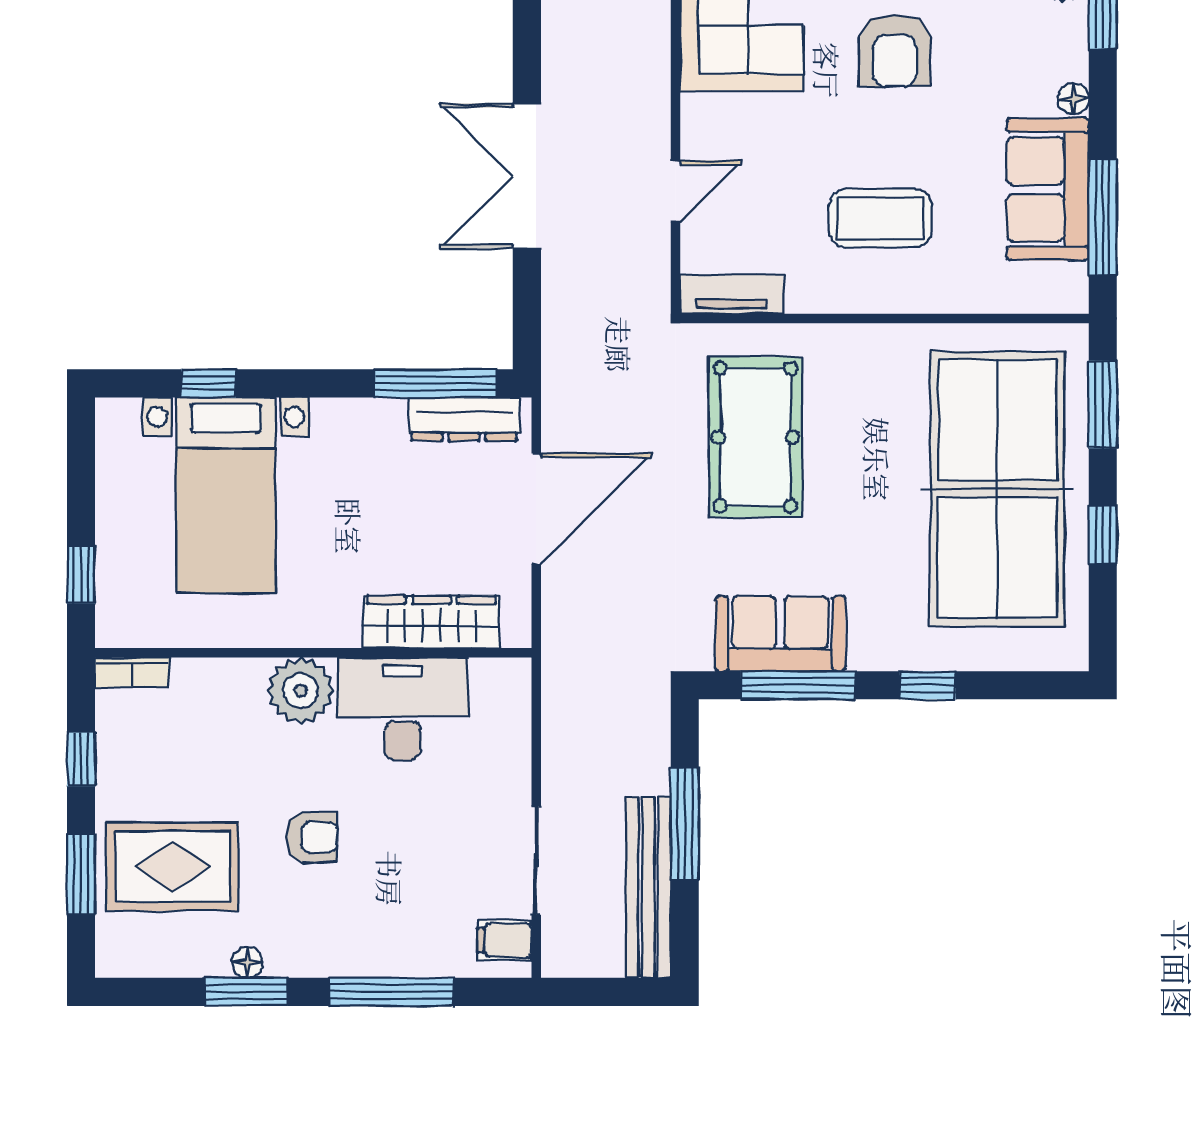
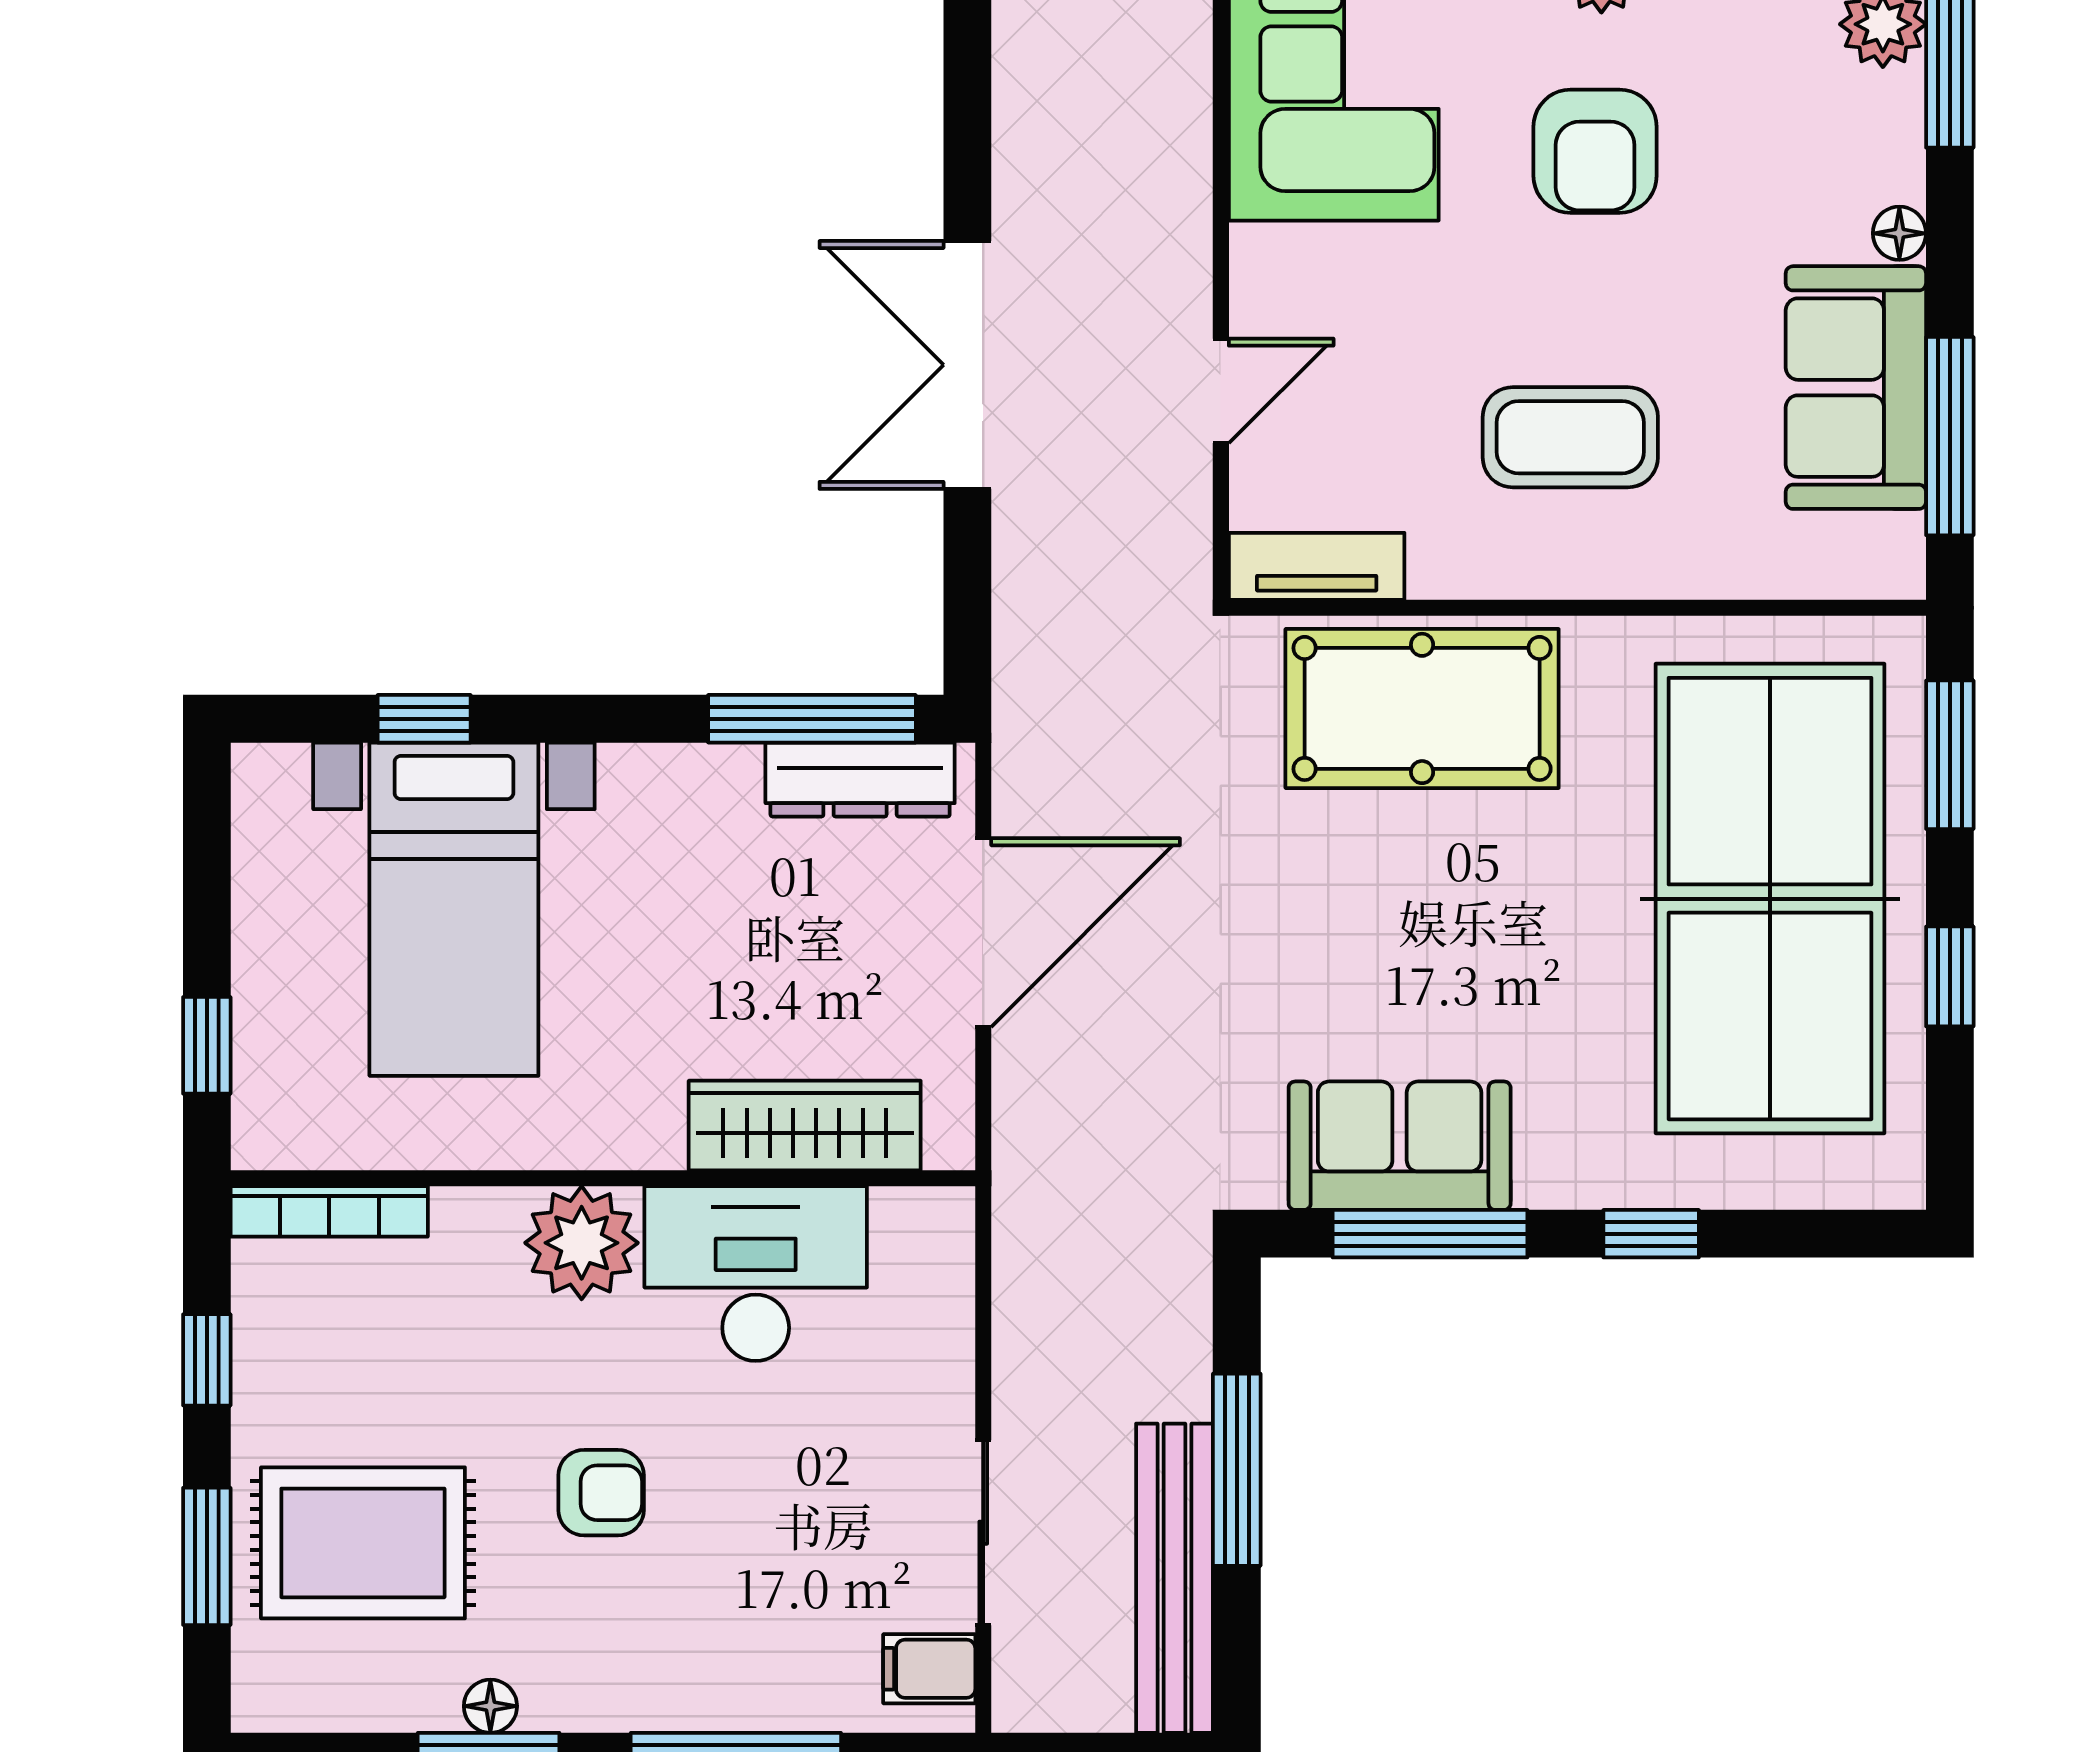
pool table: (755, 437) -> (1422, 708), moved, turned 90
bookcase: (132, 672) -> (329, 1211), width x1.56

